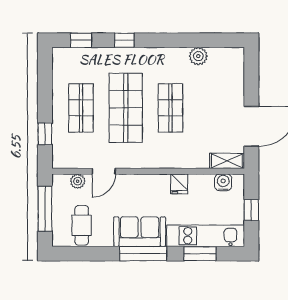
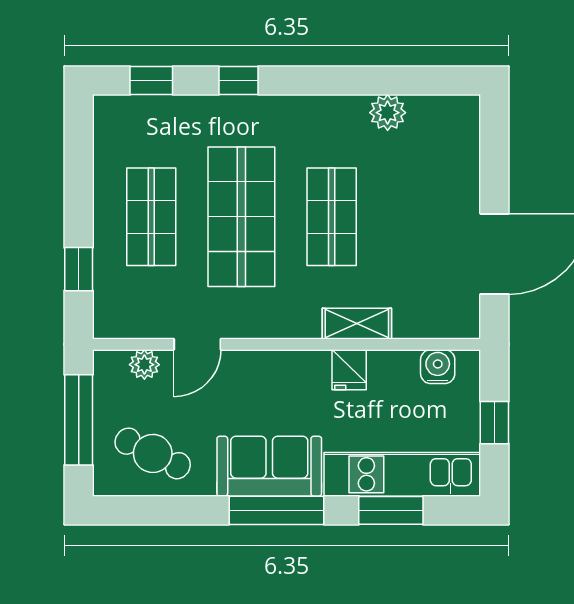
shelving: (227, 161) -> (357, 324), moved
cafe table: (82, 225) -> (153, 453), turned -64

